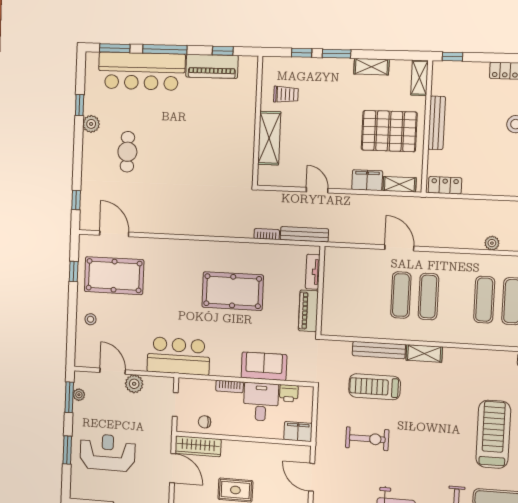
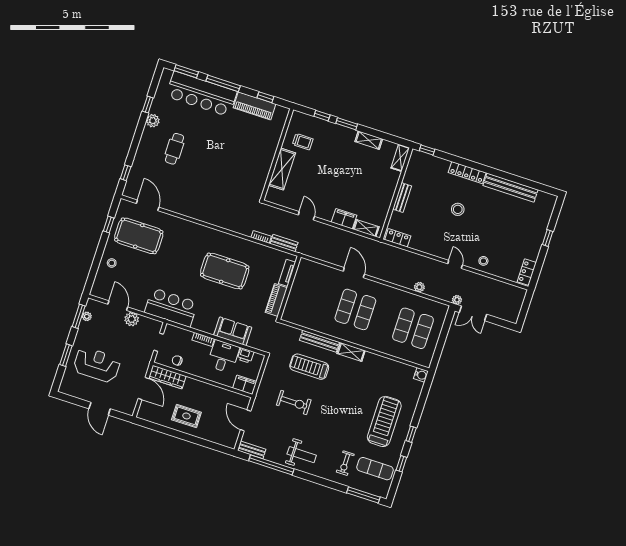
bench: (437, 123) -> (402, 198), width x0.73
pallet: (389, 131) -> (369, 189), removed
bench: (304, 234) -> (284, 243), width x0.73

